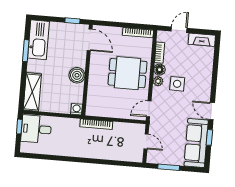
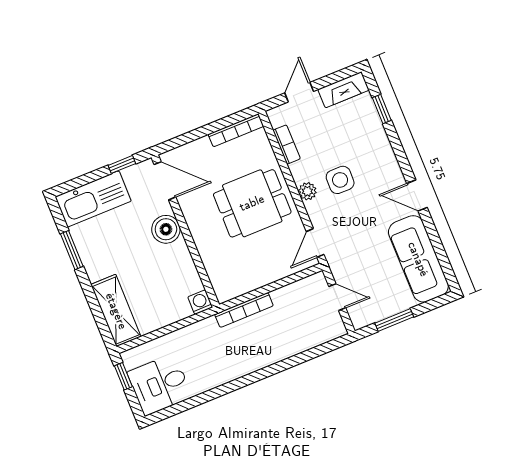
kitchen sink: (38, 40) -> (93, 199), moved, turned 90
floor lamp: (160, 70) -> (300, 172), removed
boiler: (77, 75) -> (166, 229), moved
desk: (36, 129) -> (160, 385), moved
window: (209, 137) -> (382, 109), moved

